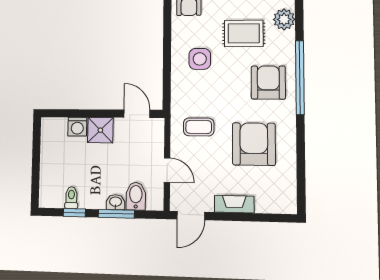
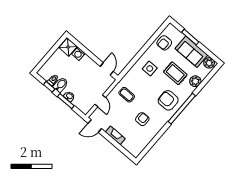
armchair: (268, 83) -> (168, 100), turned -90
shower: (100, 130) -> (68, 47), moved
armchair: (254, 144) -> (142, 119), width x0.53, depth x0.53
bidet: (136, 196) -> (61, 85), moved

